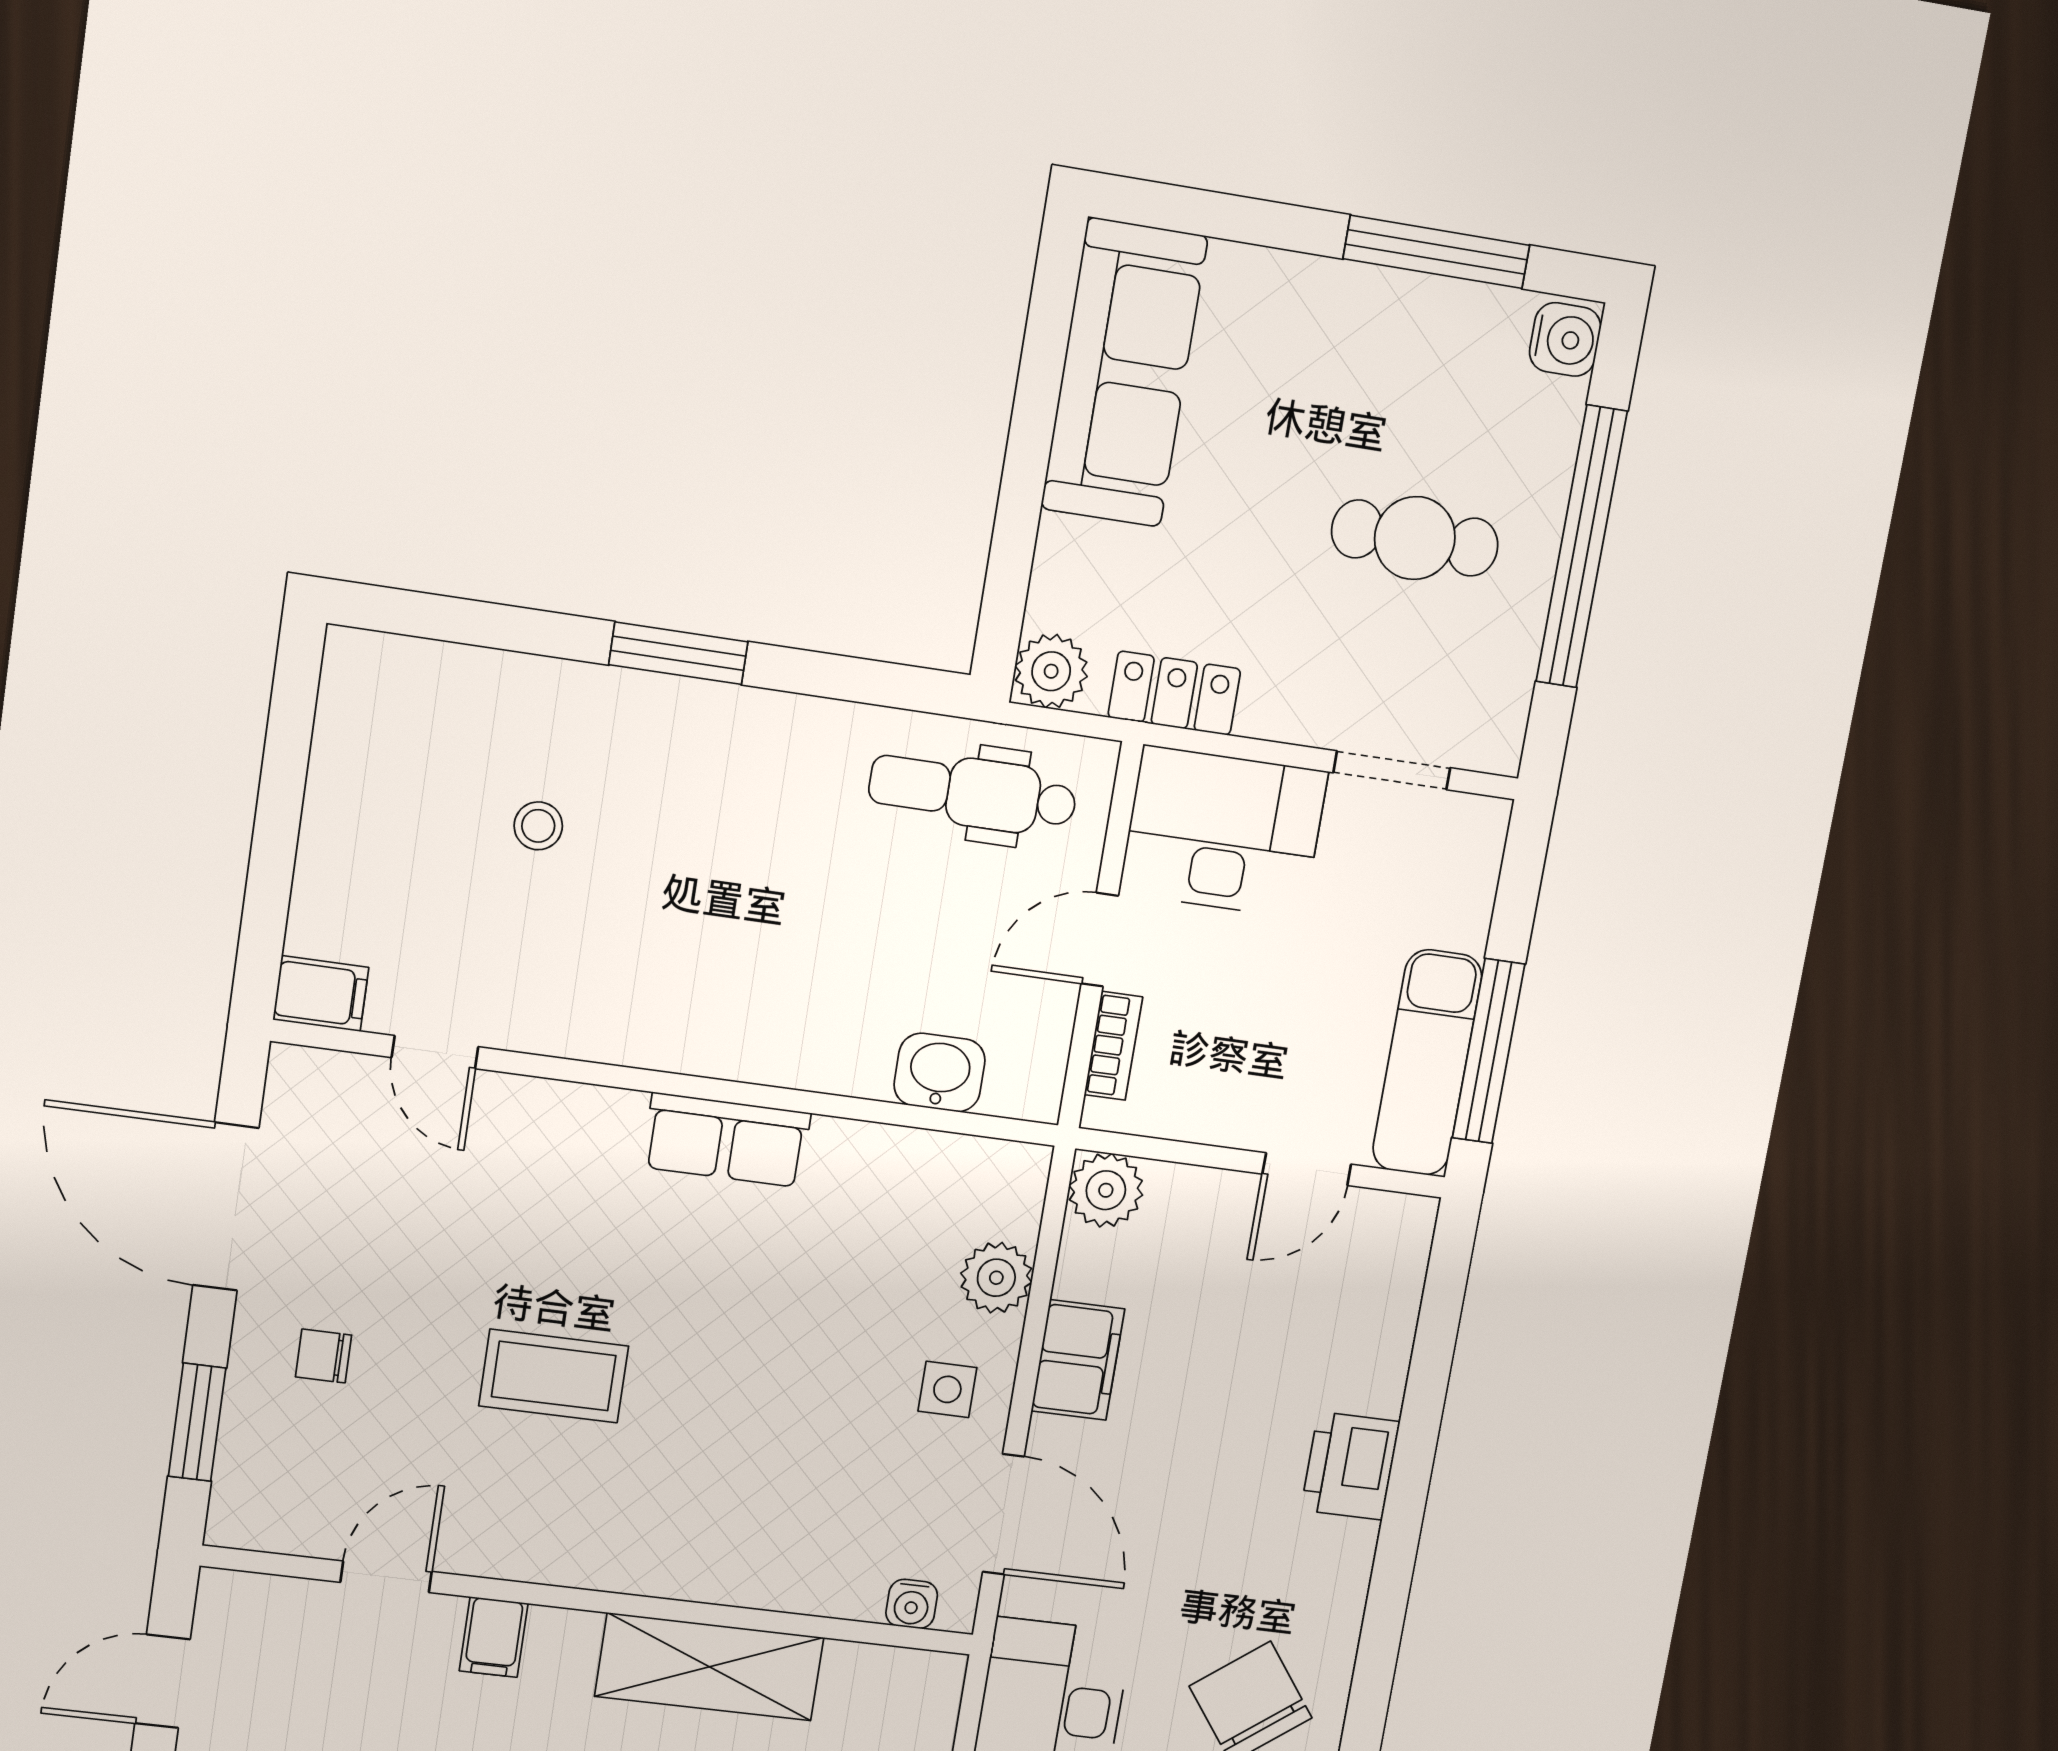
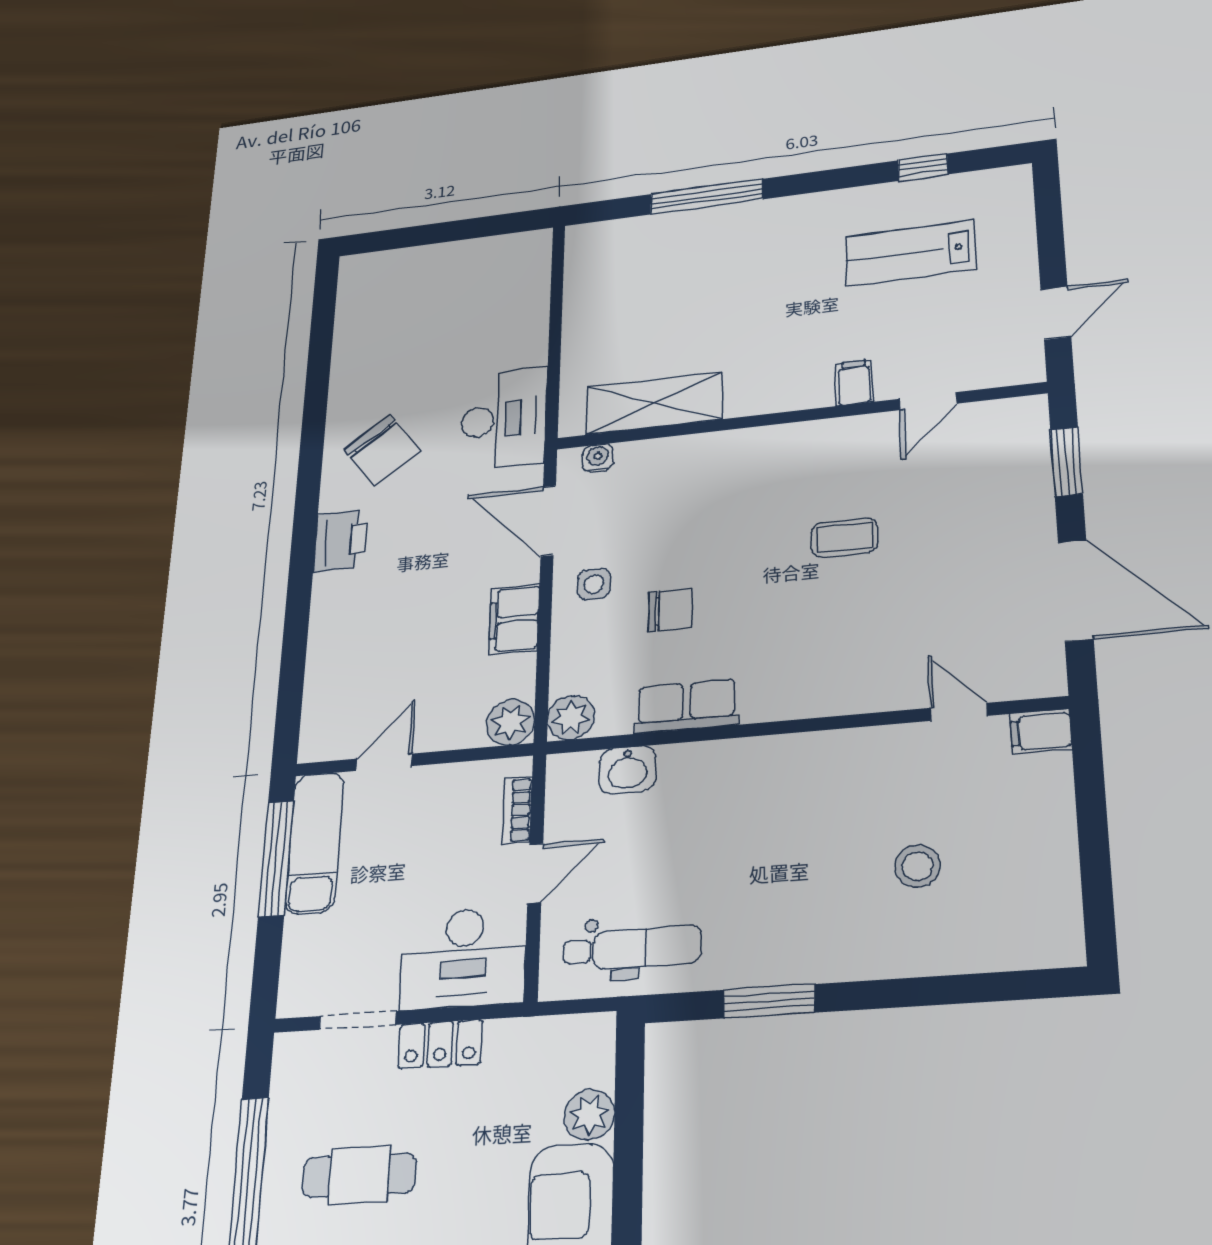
window: (678, 653) -> (769, 1001), moved
plant: (1051, 671) -> (589, 1115), moved
locker: (1174, 693) -> (440, 1044), moved
stool: (538, 826) -> (917, 866), width x1.37, depth x1.37
row of seats: (726, 1140) -> (686, 706), moved
plant: (996, 1278) -> (571, 718), moved
chair: (324, 1356) -> (670, 610), moved, width x1.37, depth x1.37
coffee table: (554, 1376) -> (844, 538), width x0.73, depth x0.77
printer: (1350, 1466) -> (341, 541), moved
shelving: (709, 1667) -> (654, 403), moved

